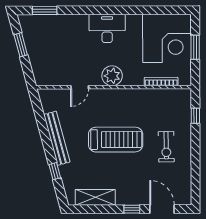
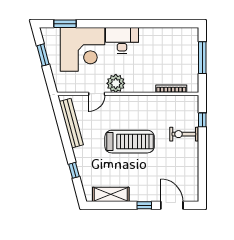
corner desk: (167, 38) -> (82, 49), moved
window: (195, 47) -> (202, 58), width x1.44
plant: (112, 76) -> (116, 83), moved
bench: (57, 138) -> (71, 123), moved
exercise bike: (166, 147) -> (184, 134), moved, turned 91

